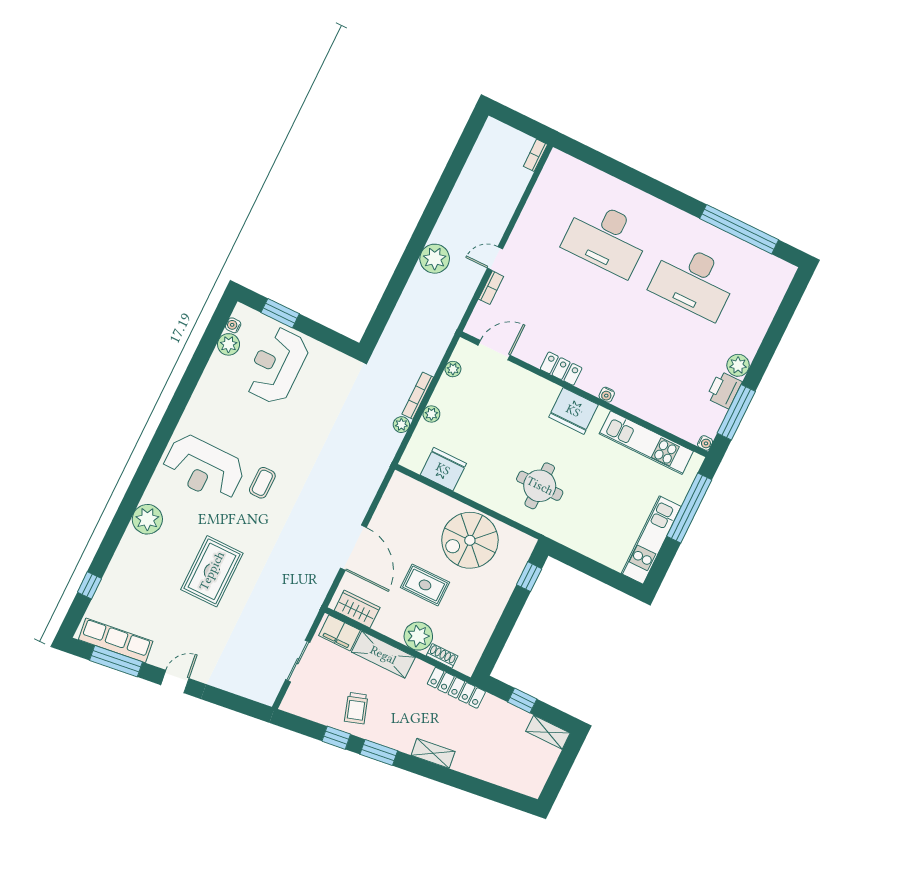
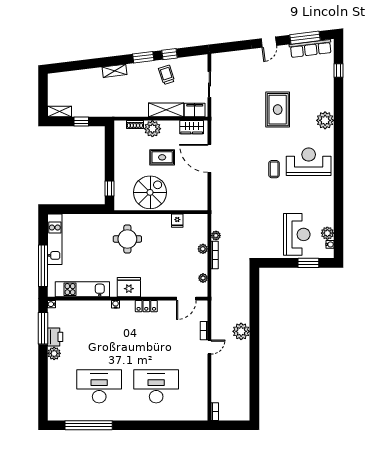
fridge: (443, 469) -> (177, 221), width x0.53, depth x0.75
locker: (456, 688) -> (119, 111), removed

